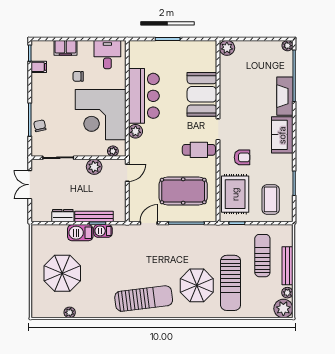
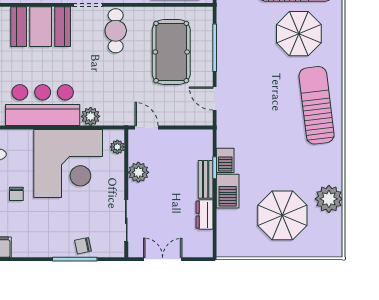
double door: (30, 185) -> (163, 259), swing flipped
bench: (94, 216) -> (206, 179), width x0.73
plant: (70, 312) -> (329, 199), width x1.88, depth x1.88

